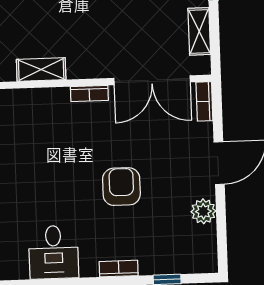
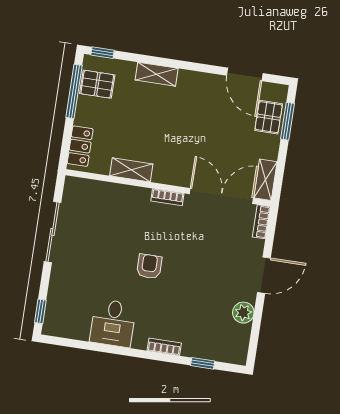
shelving: (199, 31) -> (265, 180), moved
double door: (152, 80) -> (221, 196), swing flipped
armchair: (121, 187) -> (149, 266), moved, width x0.72, depth x0.72

